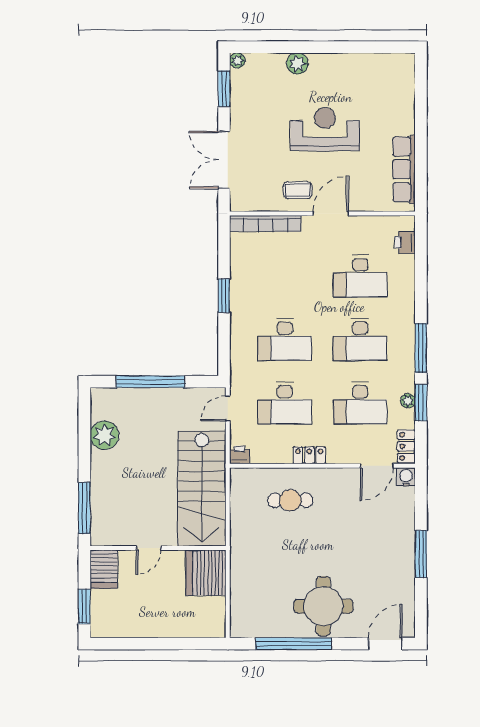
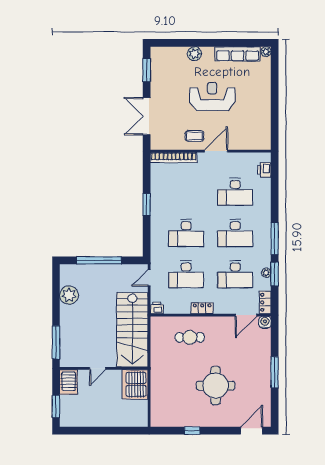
plant: (237, 60) -> (266, 52), moved
row of seats: (404, 169) -> (238, 54), moved, turned -90
round table: (323, 606) -> (216, 386), moved
window: (294, 644) -> (192, 431), width x0.32

